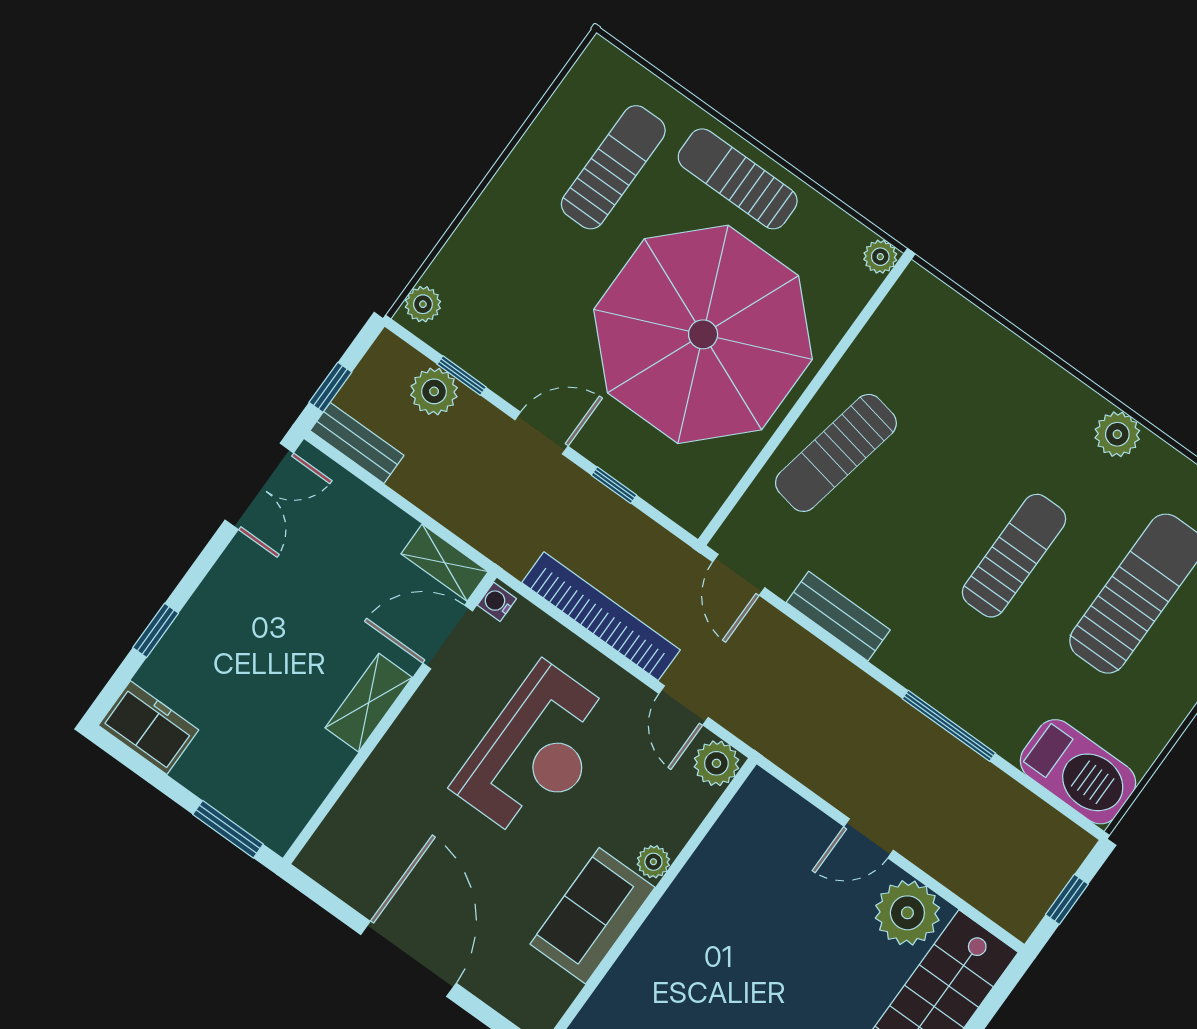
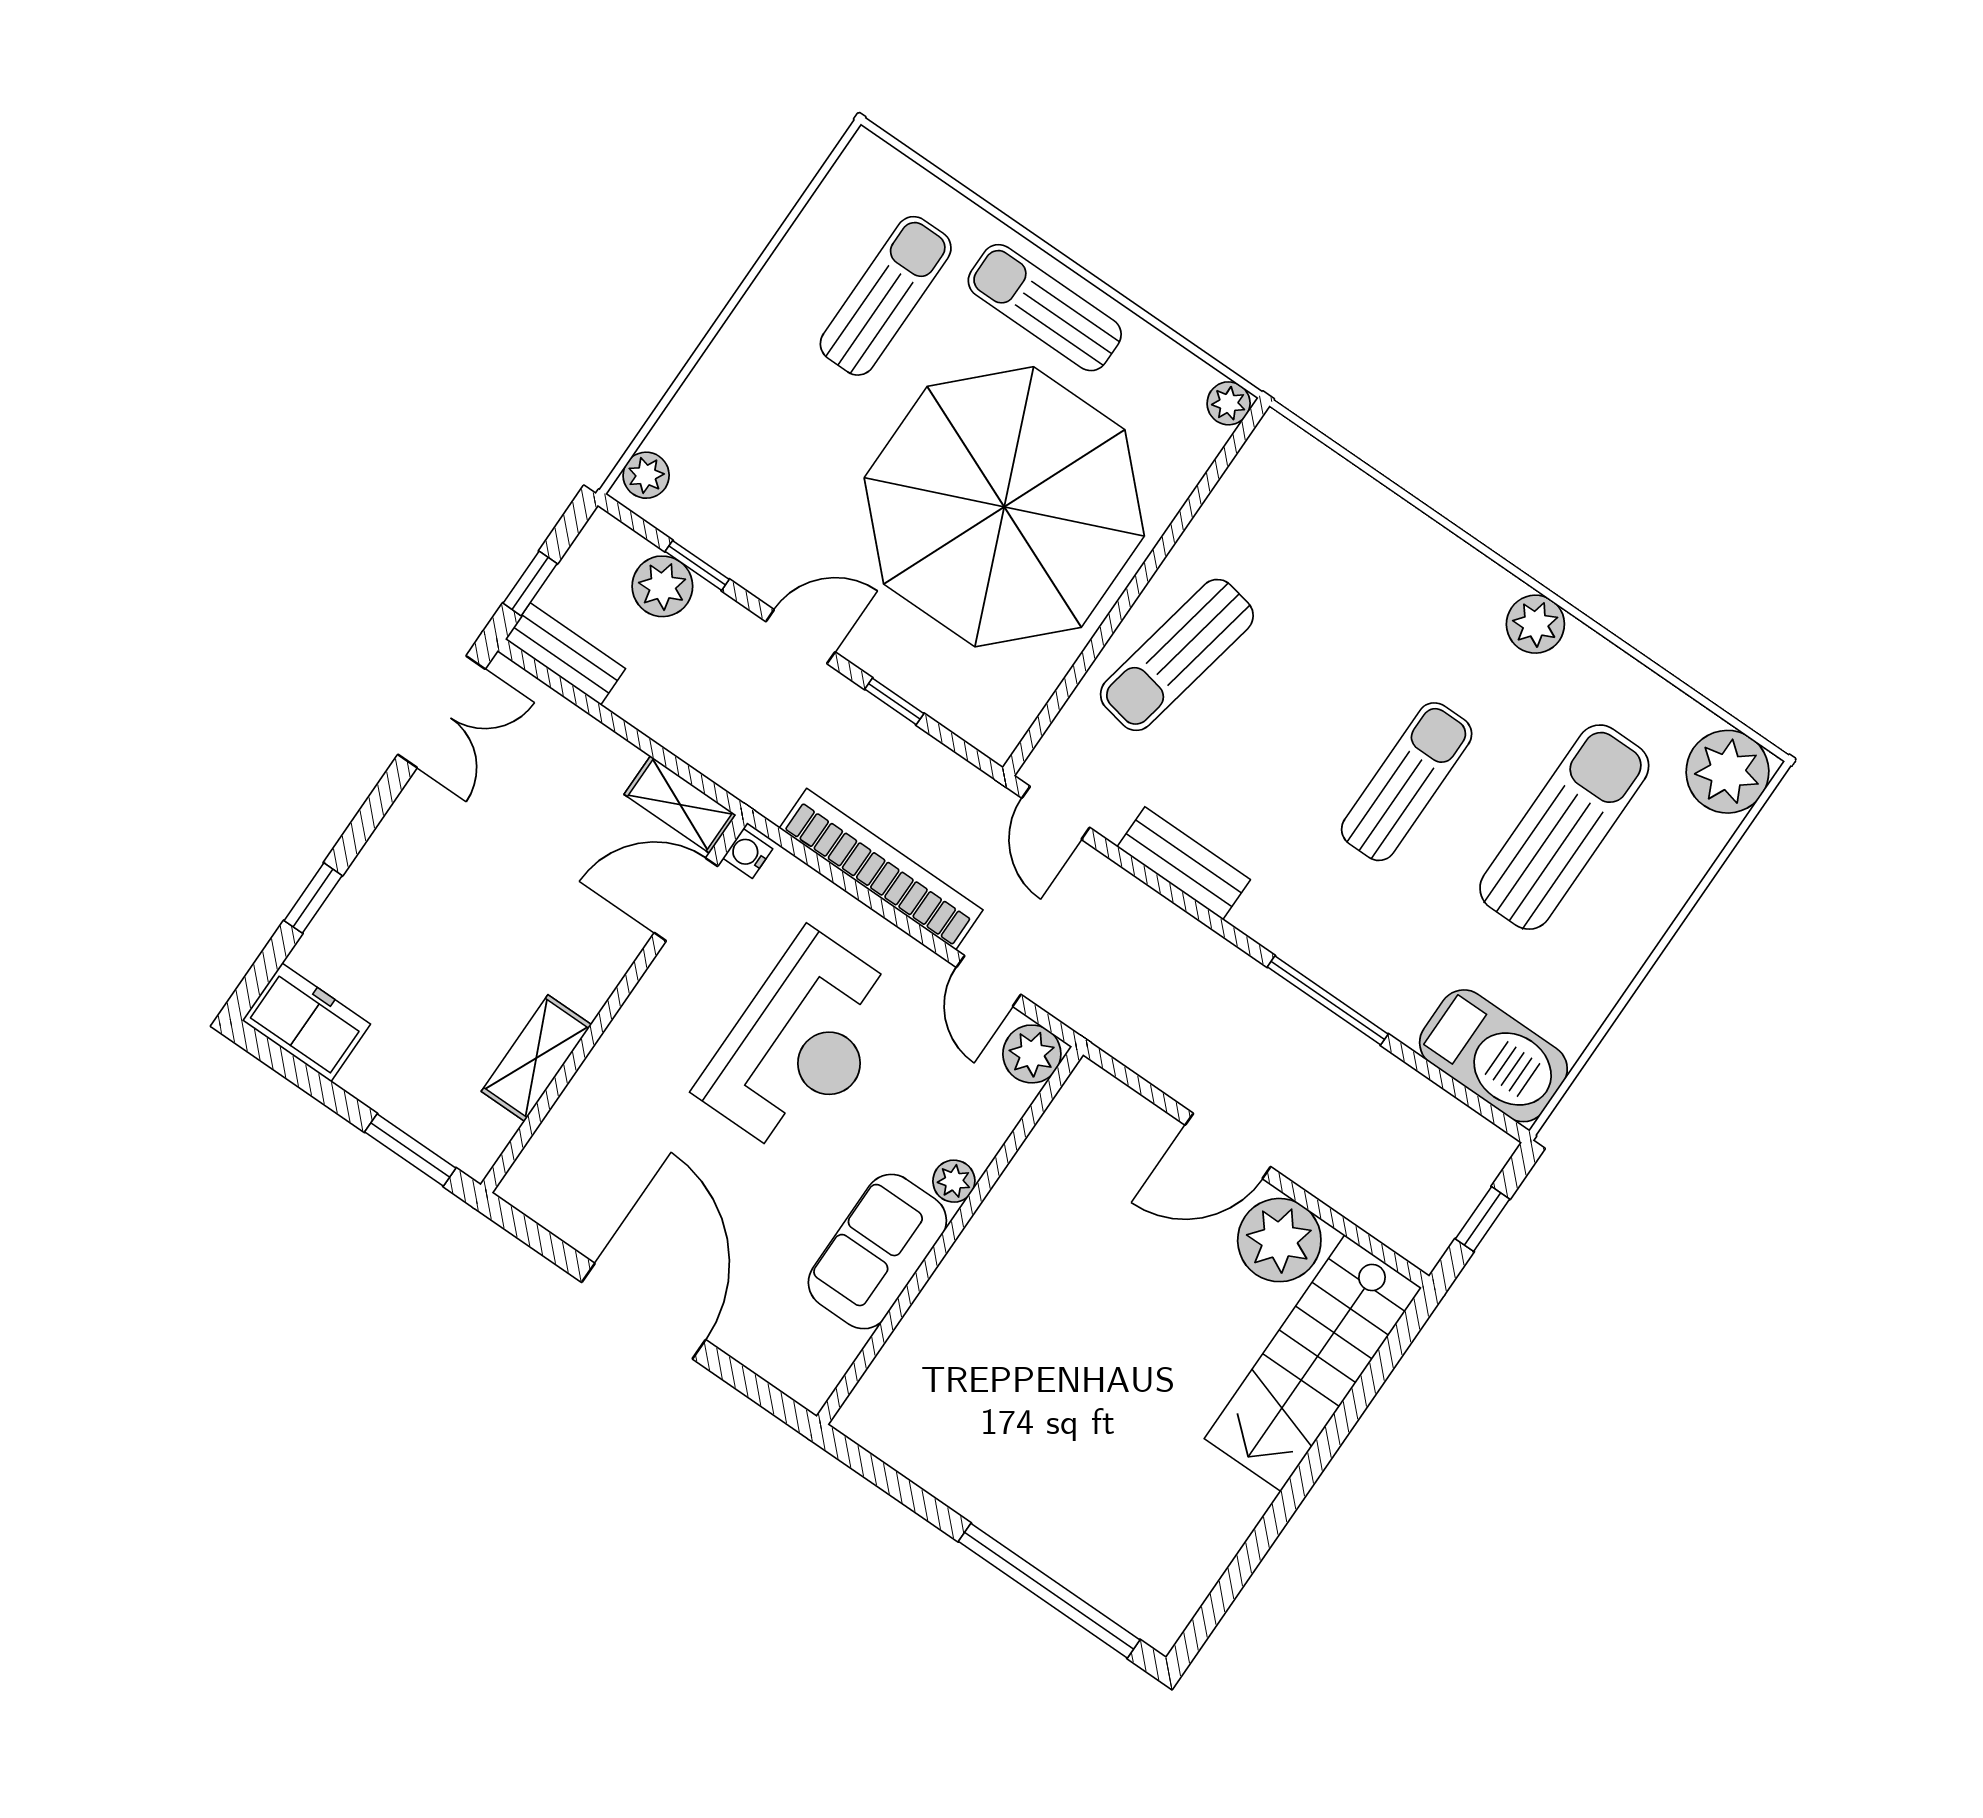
shelving: (369, 703) -> (536, 1058), moved
door: (869, 838) -> (1228, 1146), width x1.38

